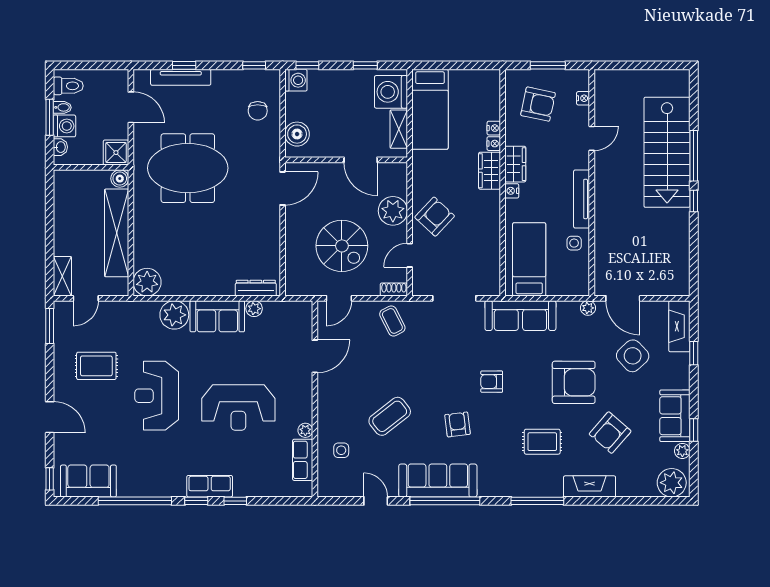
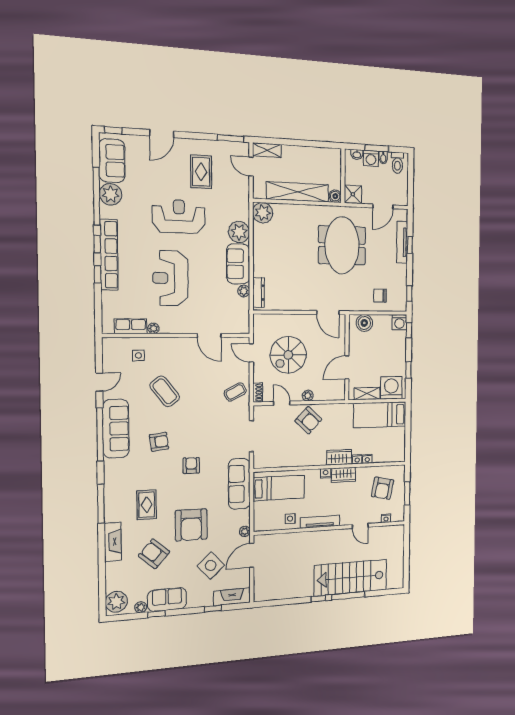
plant: (393, 211) -> (308, 396), width x0.53, depth x0.53
plant: (132, 483) -> (111, 194), added
row of seats: (210, 486) -> (109, 255), width x2.02

